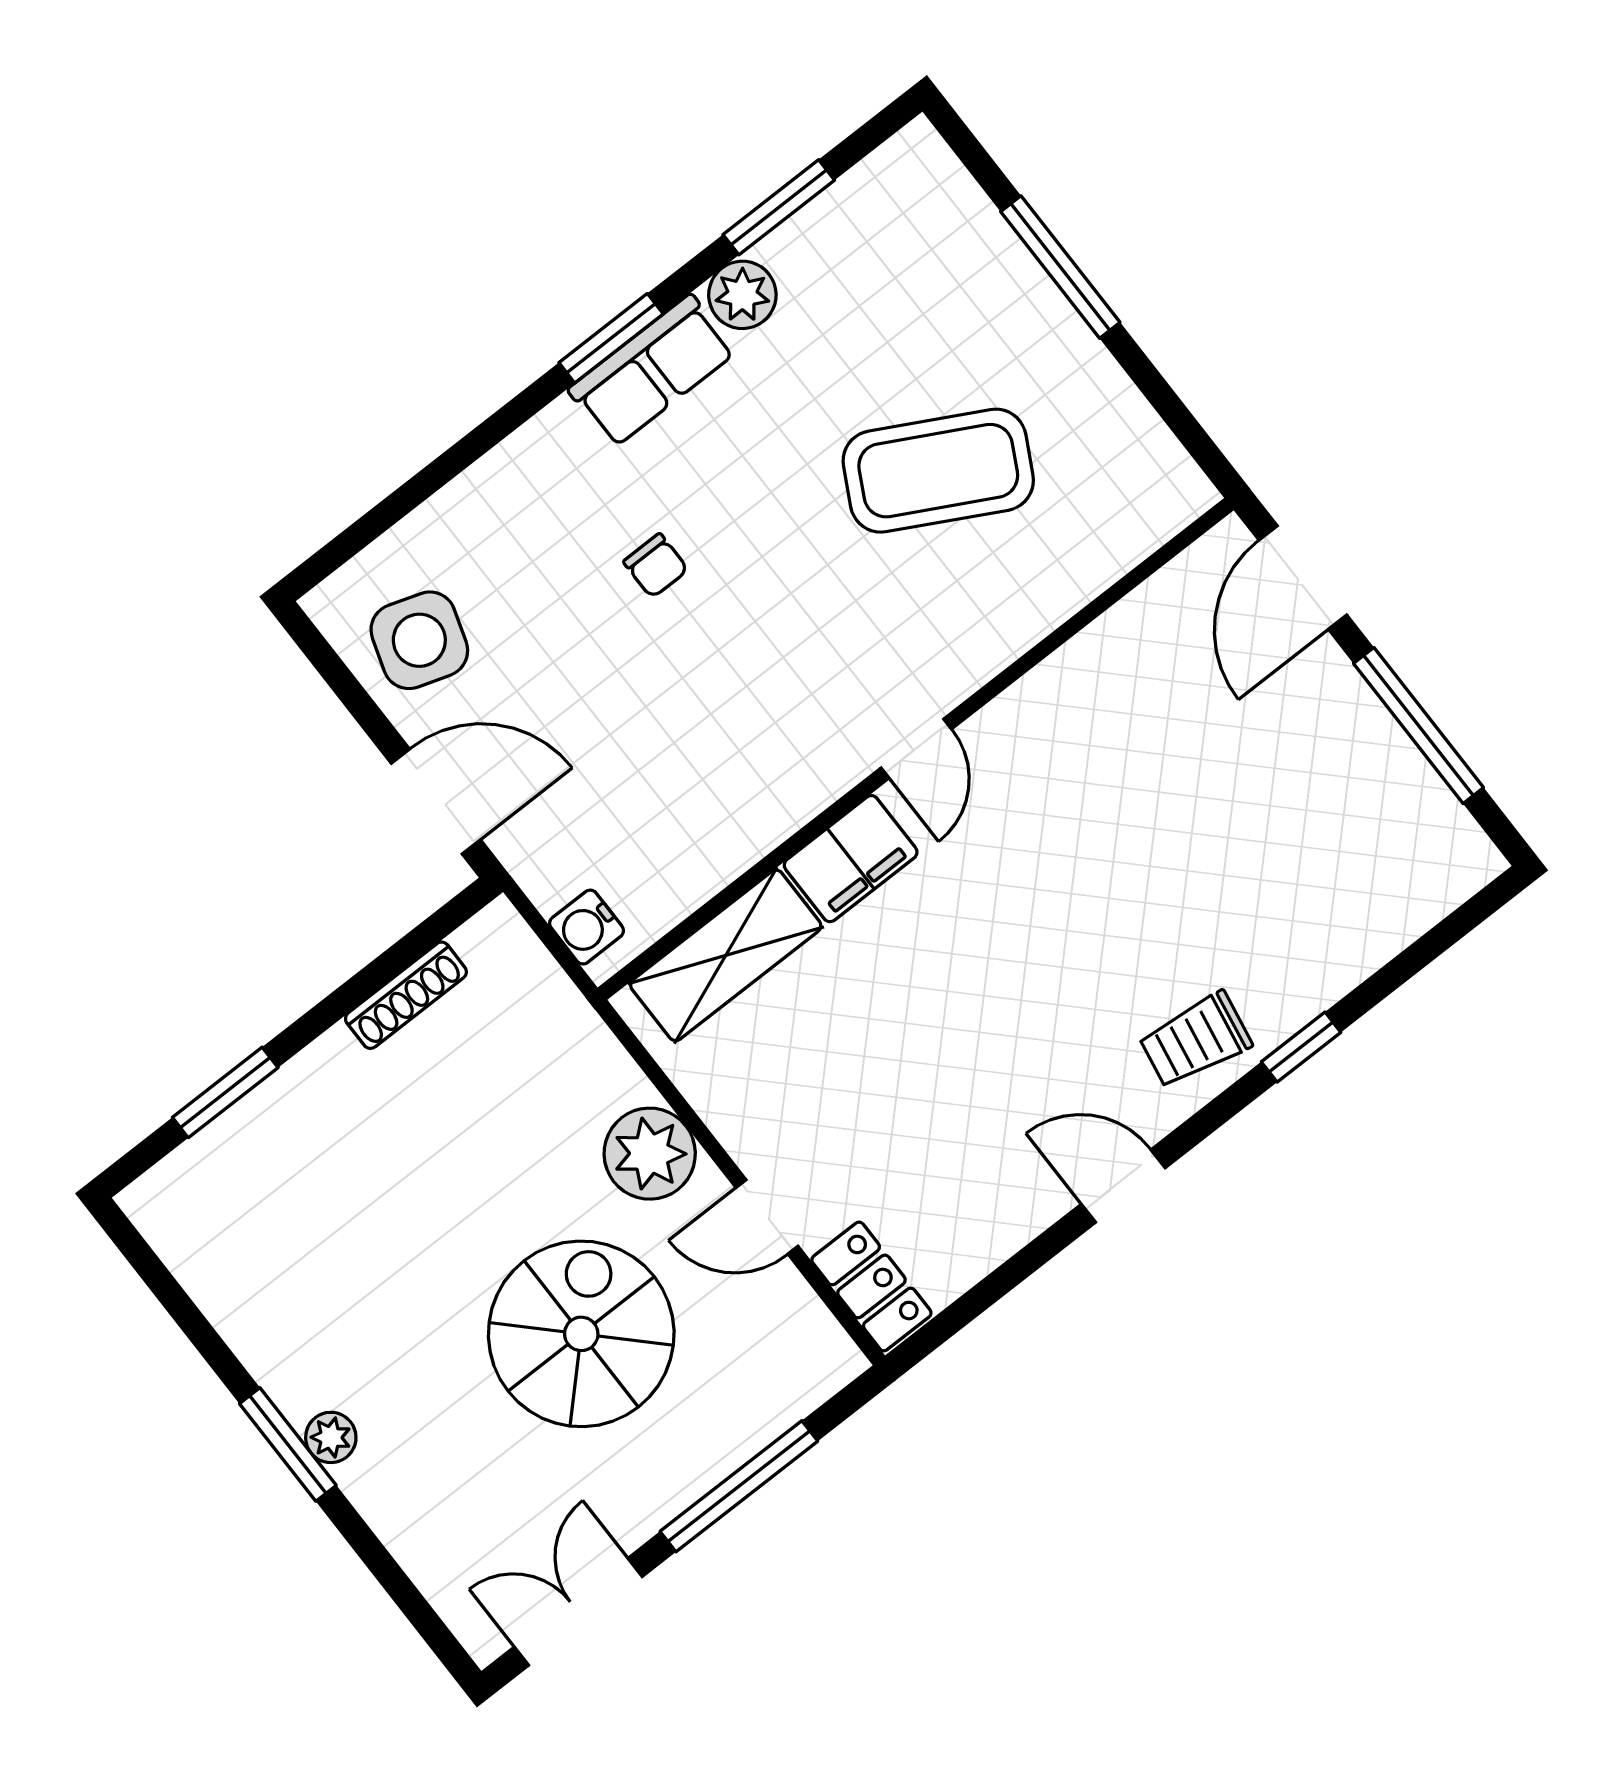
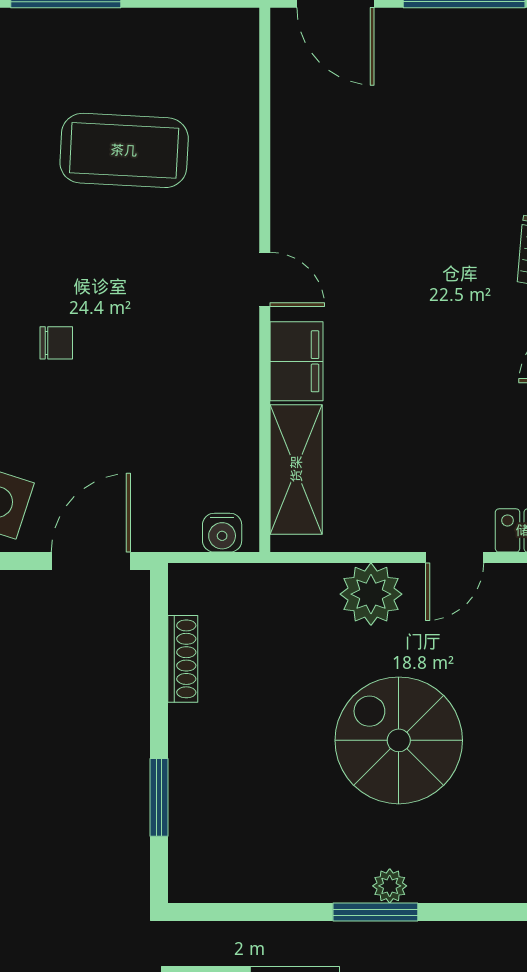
coffee table: (938, 471) -> (124, 150), turned 65
spiral stairs: (581, 1334) -> (399, 740), moved

